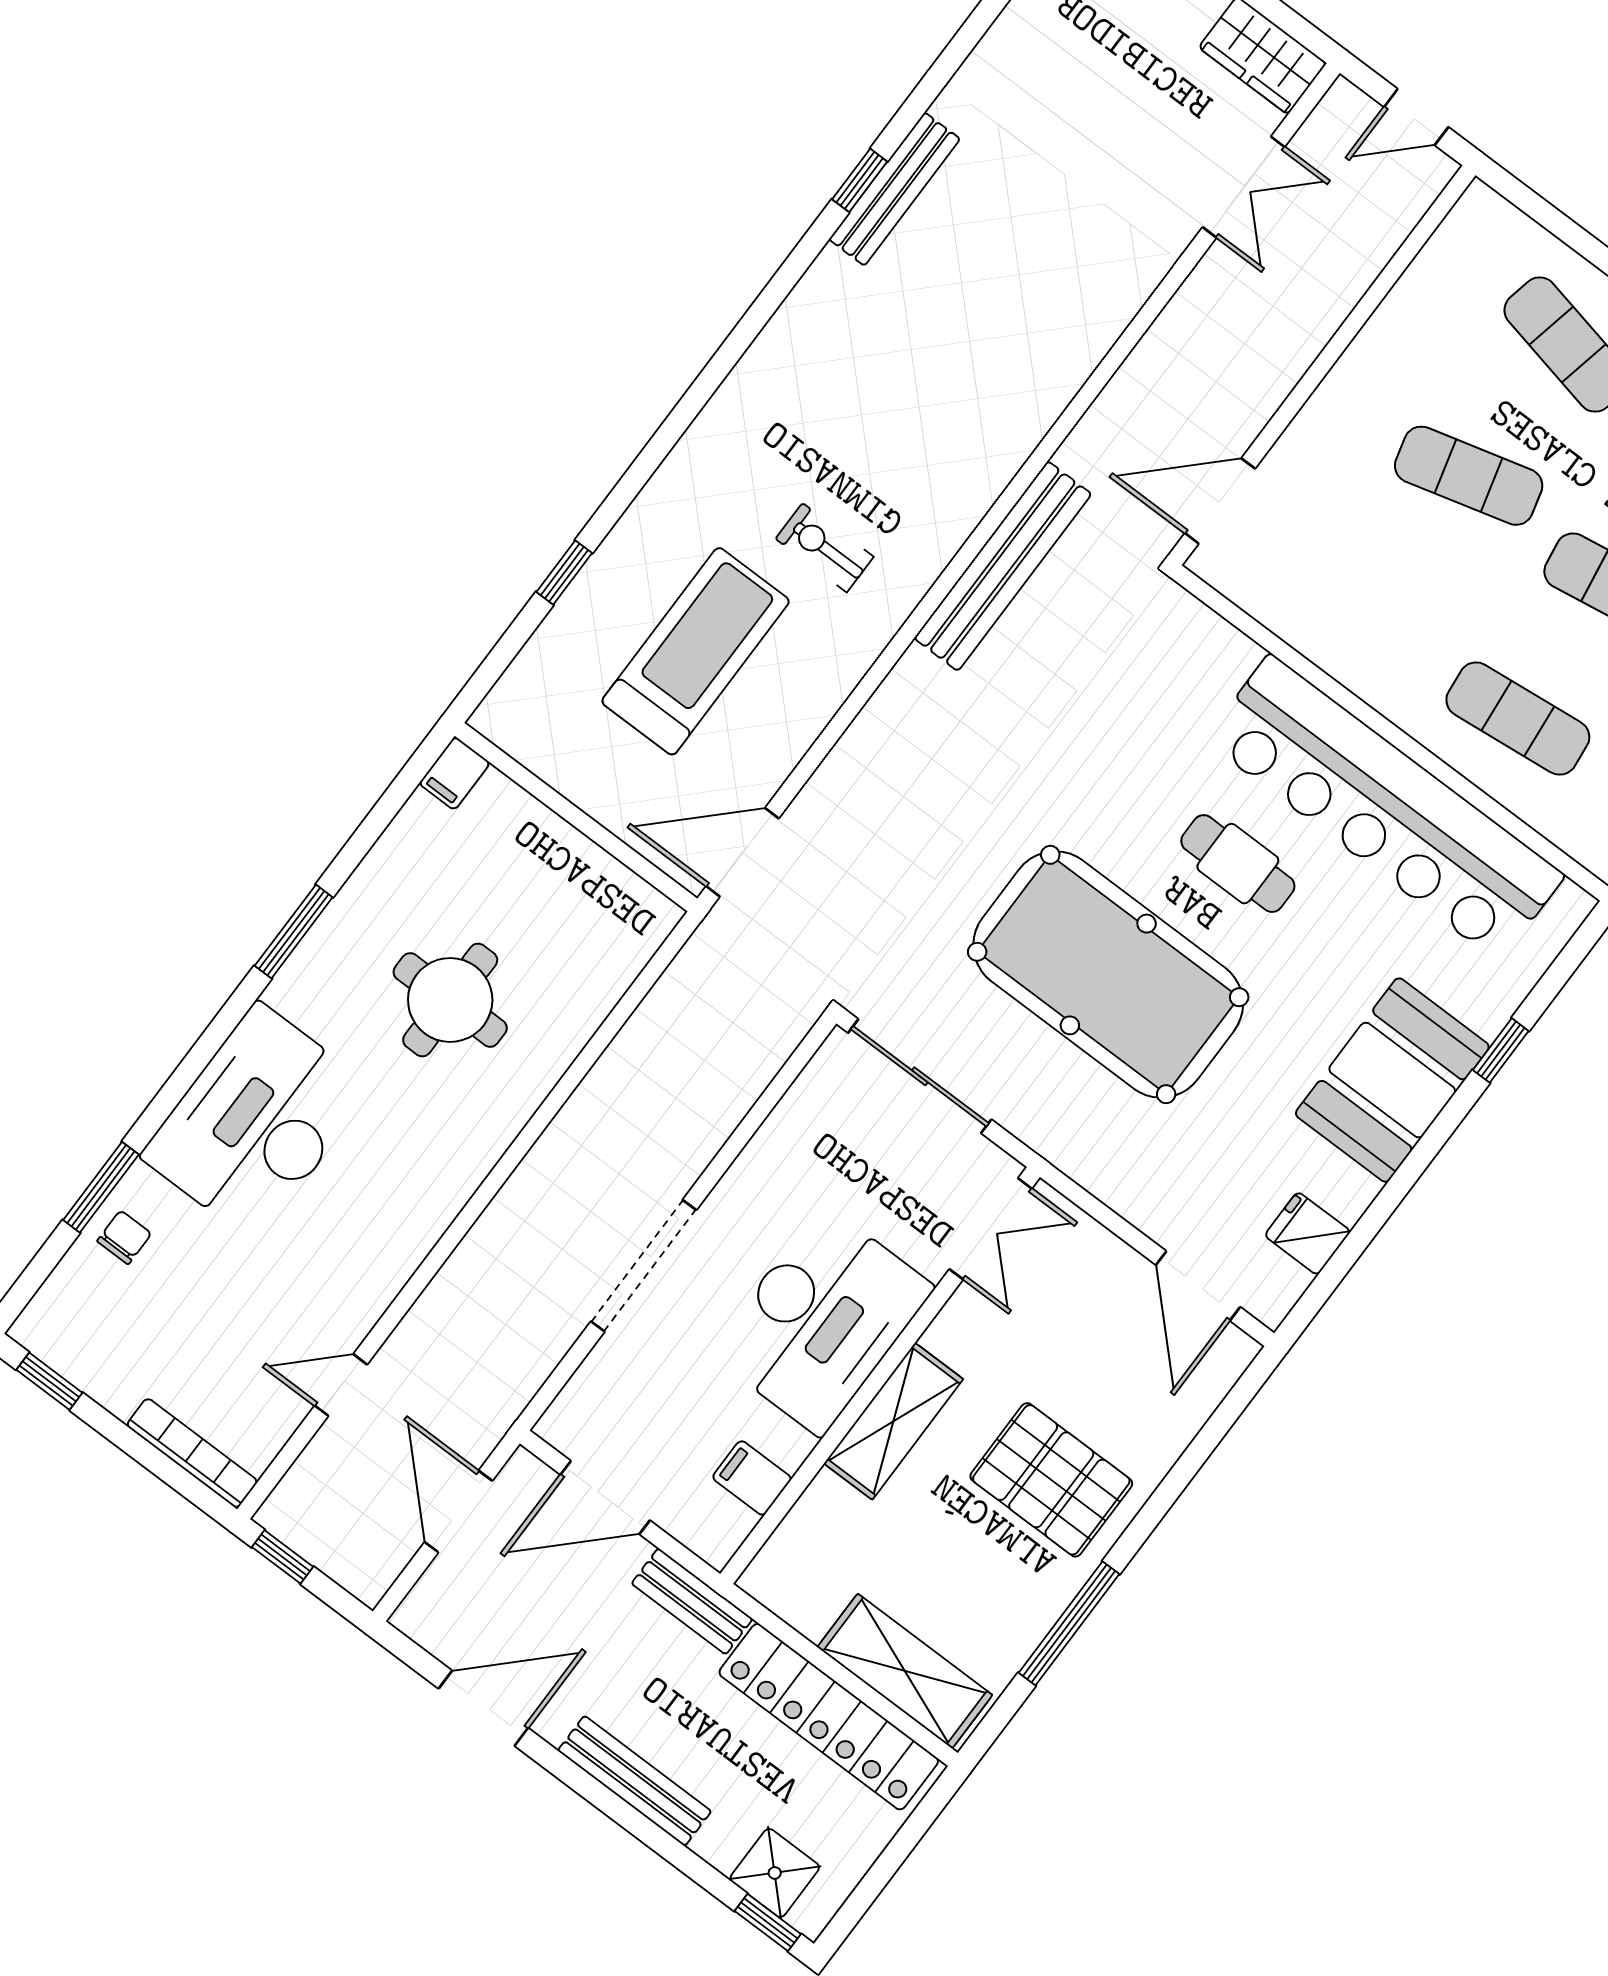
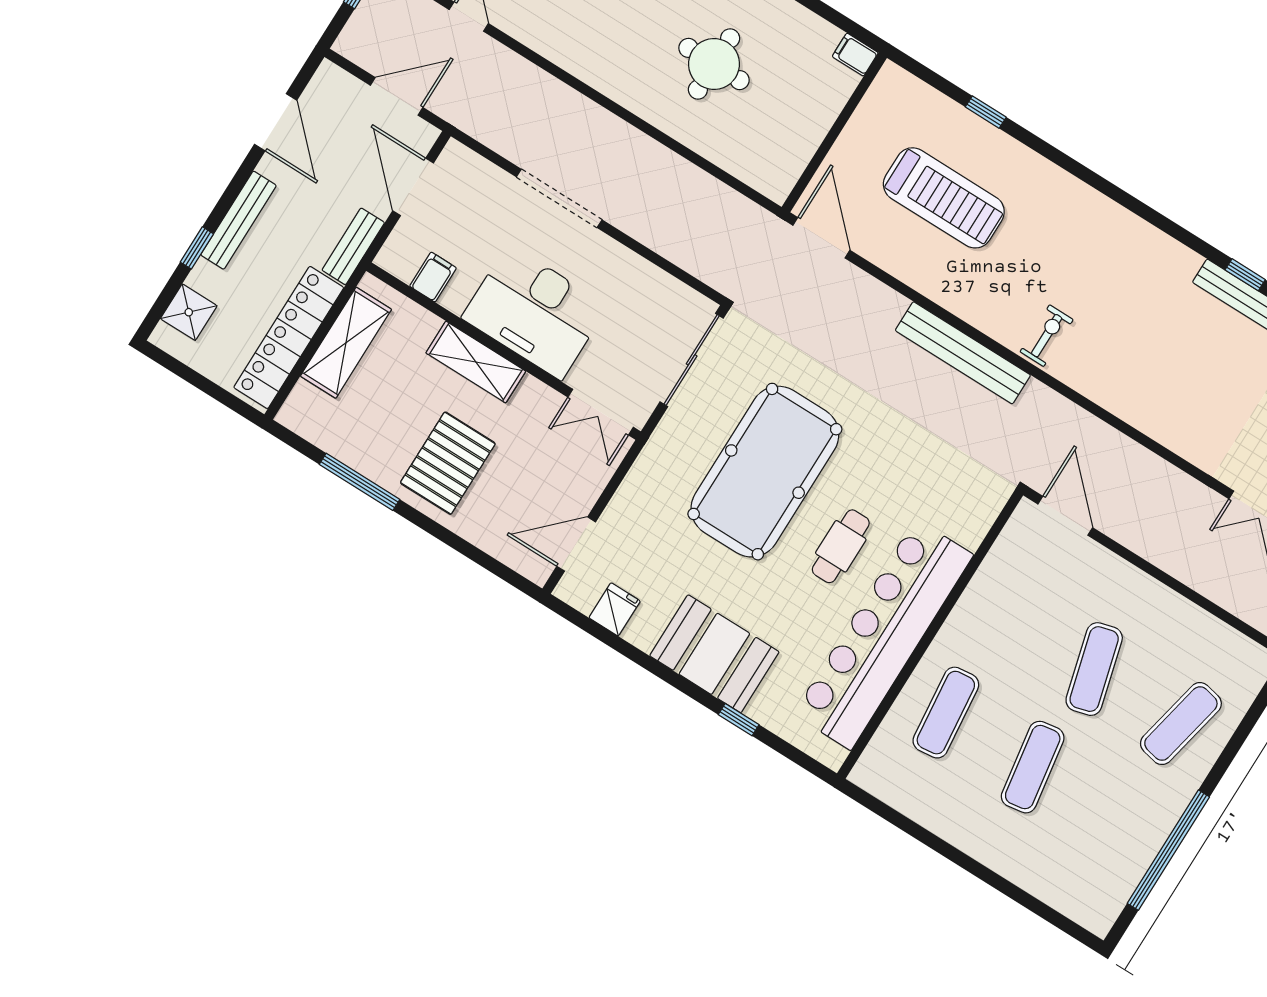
exercise bike: (825, 548) -> (1047, 336), moved
bench: (1003, 566) -> (963, 353), moved
shelving: (905, 1671) -> (346, 343), moved
window: (768, 1923) -> (197, 248), moved

